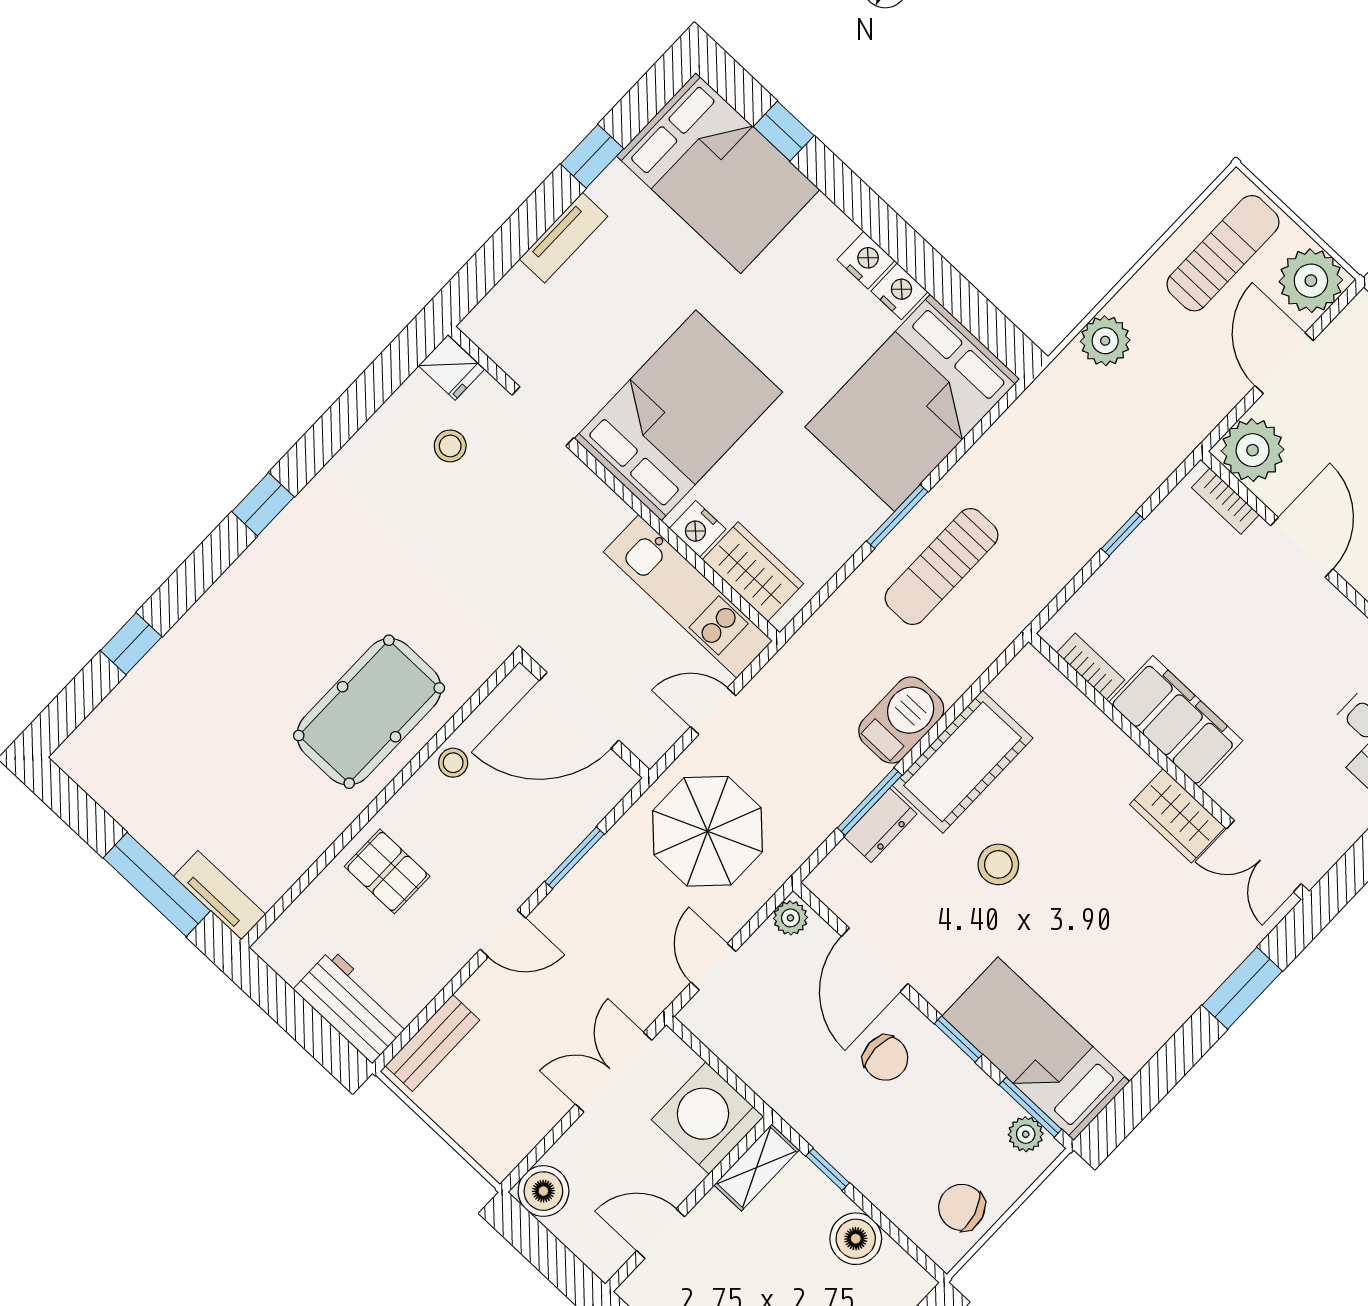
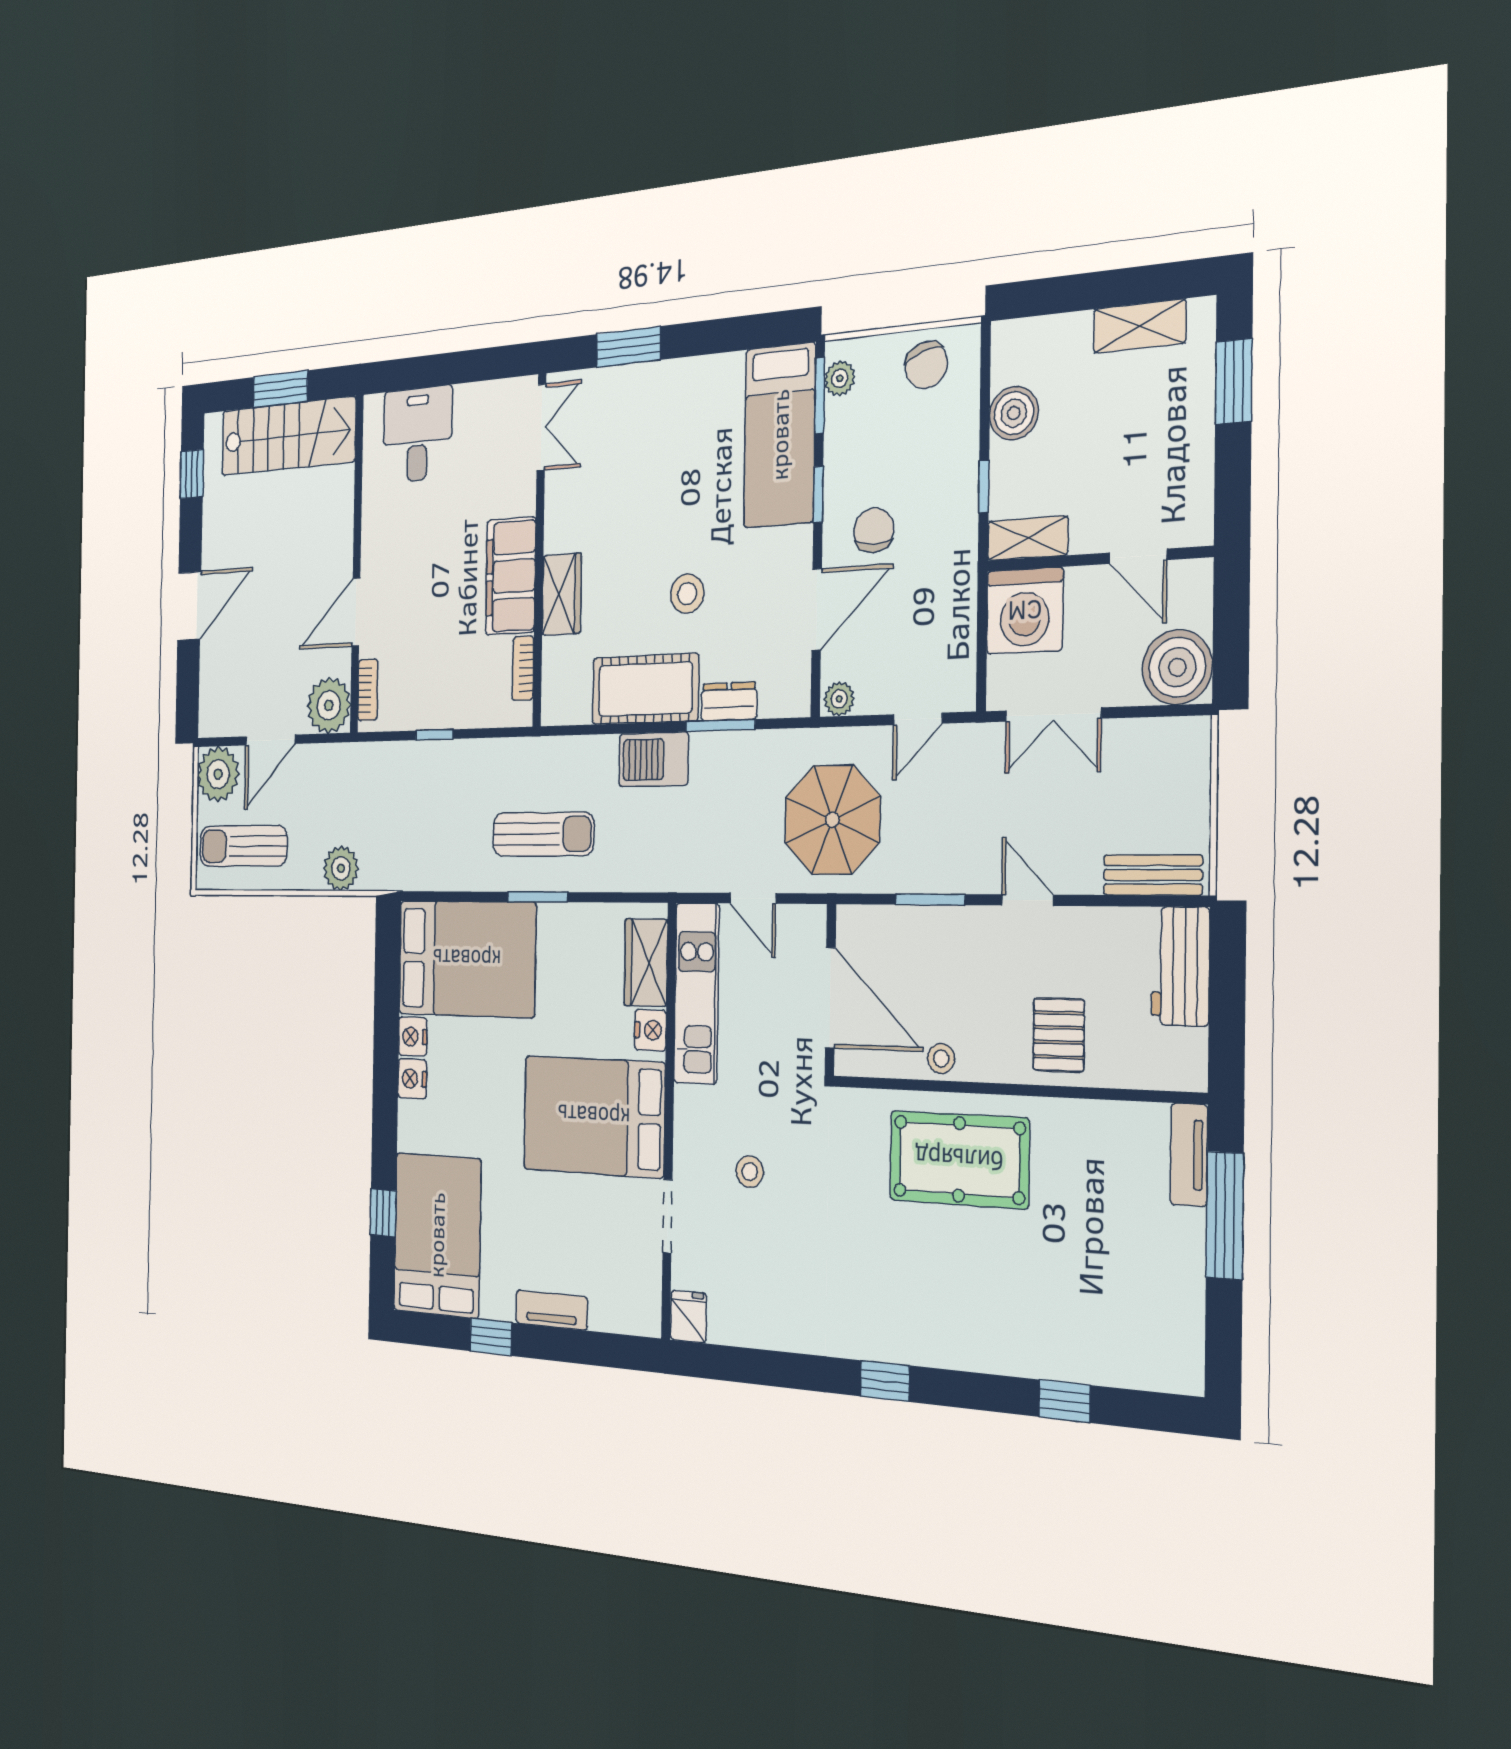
stool: (450, 446) -> (750, 1172), moved
wardrobe: (1177, 816) -> (562, 594), moved
boiler: (543, 1191) -> (1177, 667), width x1.37, depth x1.37

